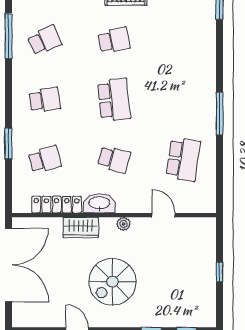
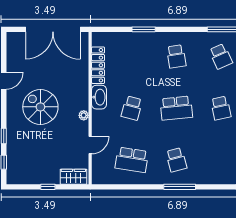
window: (219, 114) -> (180, 187), moved
school desk: (45, 159) -> (176, 160), moved
wardrobe: (81, 227) -> (73, 177), moved, turned 90

